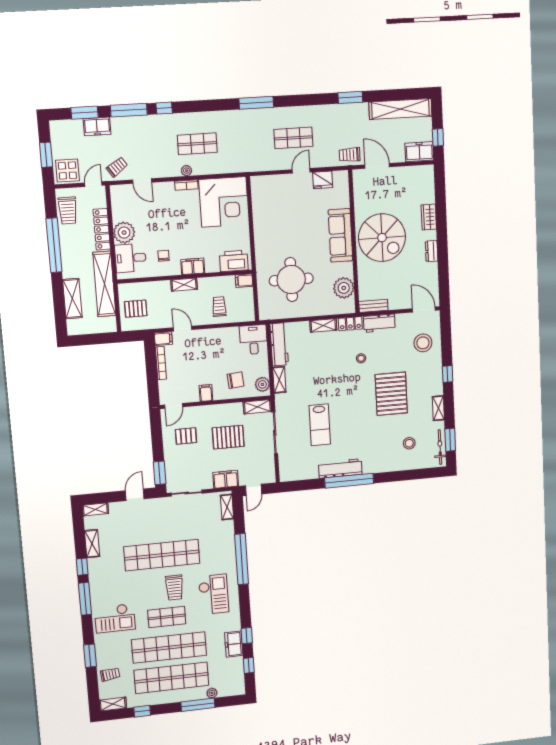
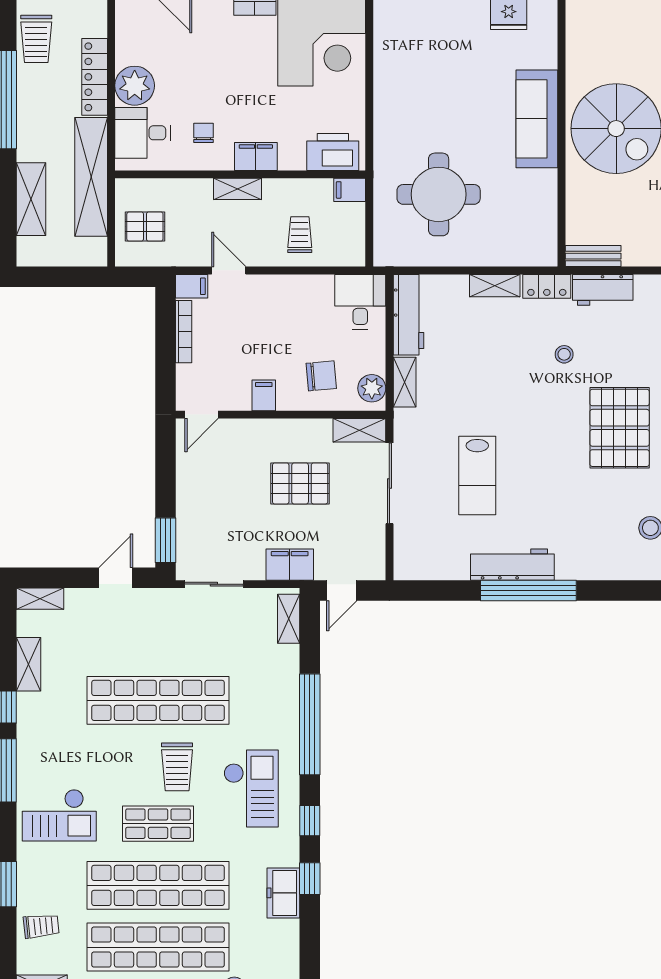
plant: (344, 288) -> (538, 218), removed
pallet: (186, 436) -> (220, 474), removed
window: (249, 665) -> (310, 821), moved

